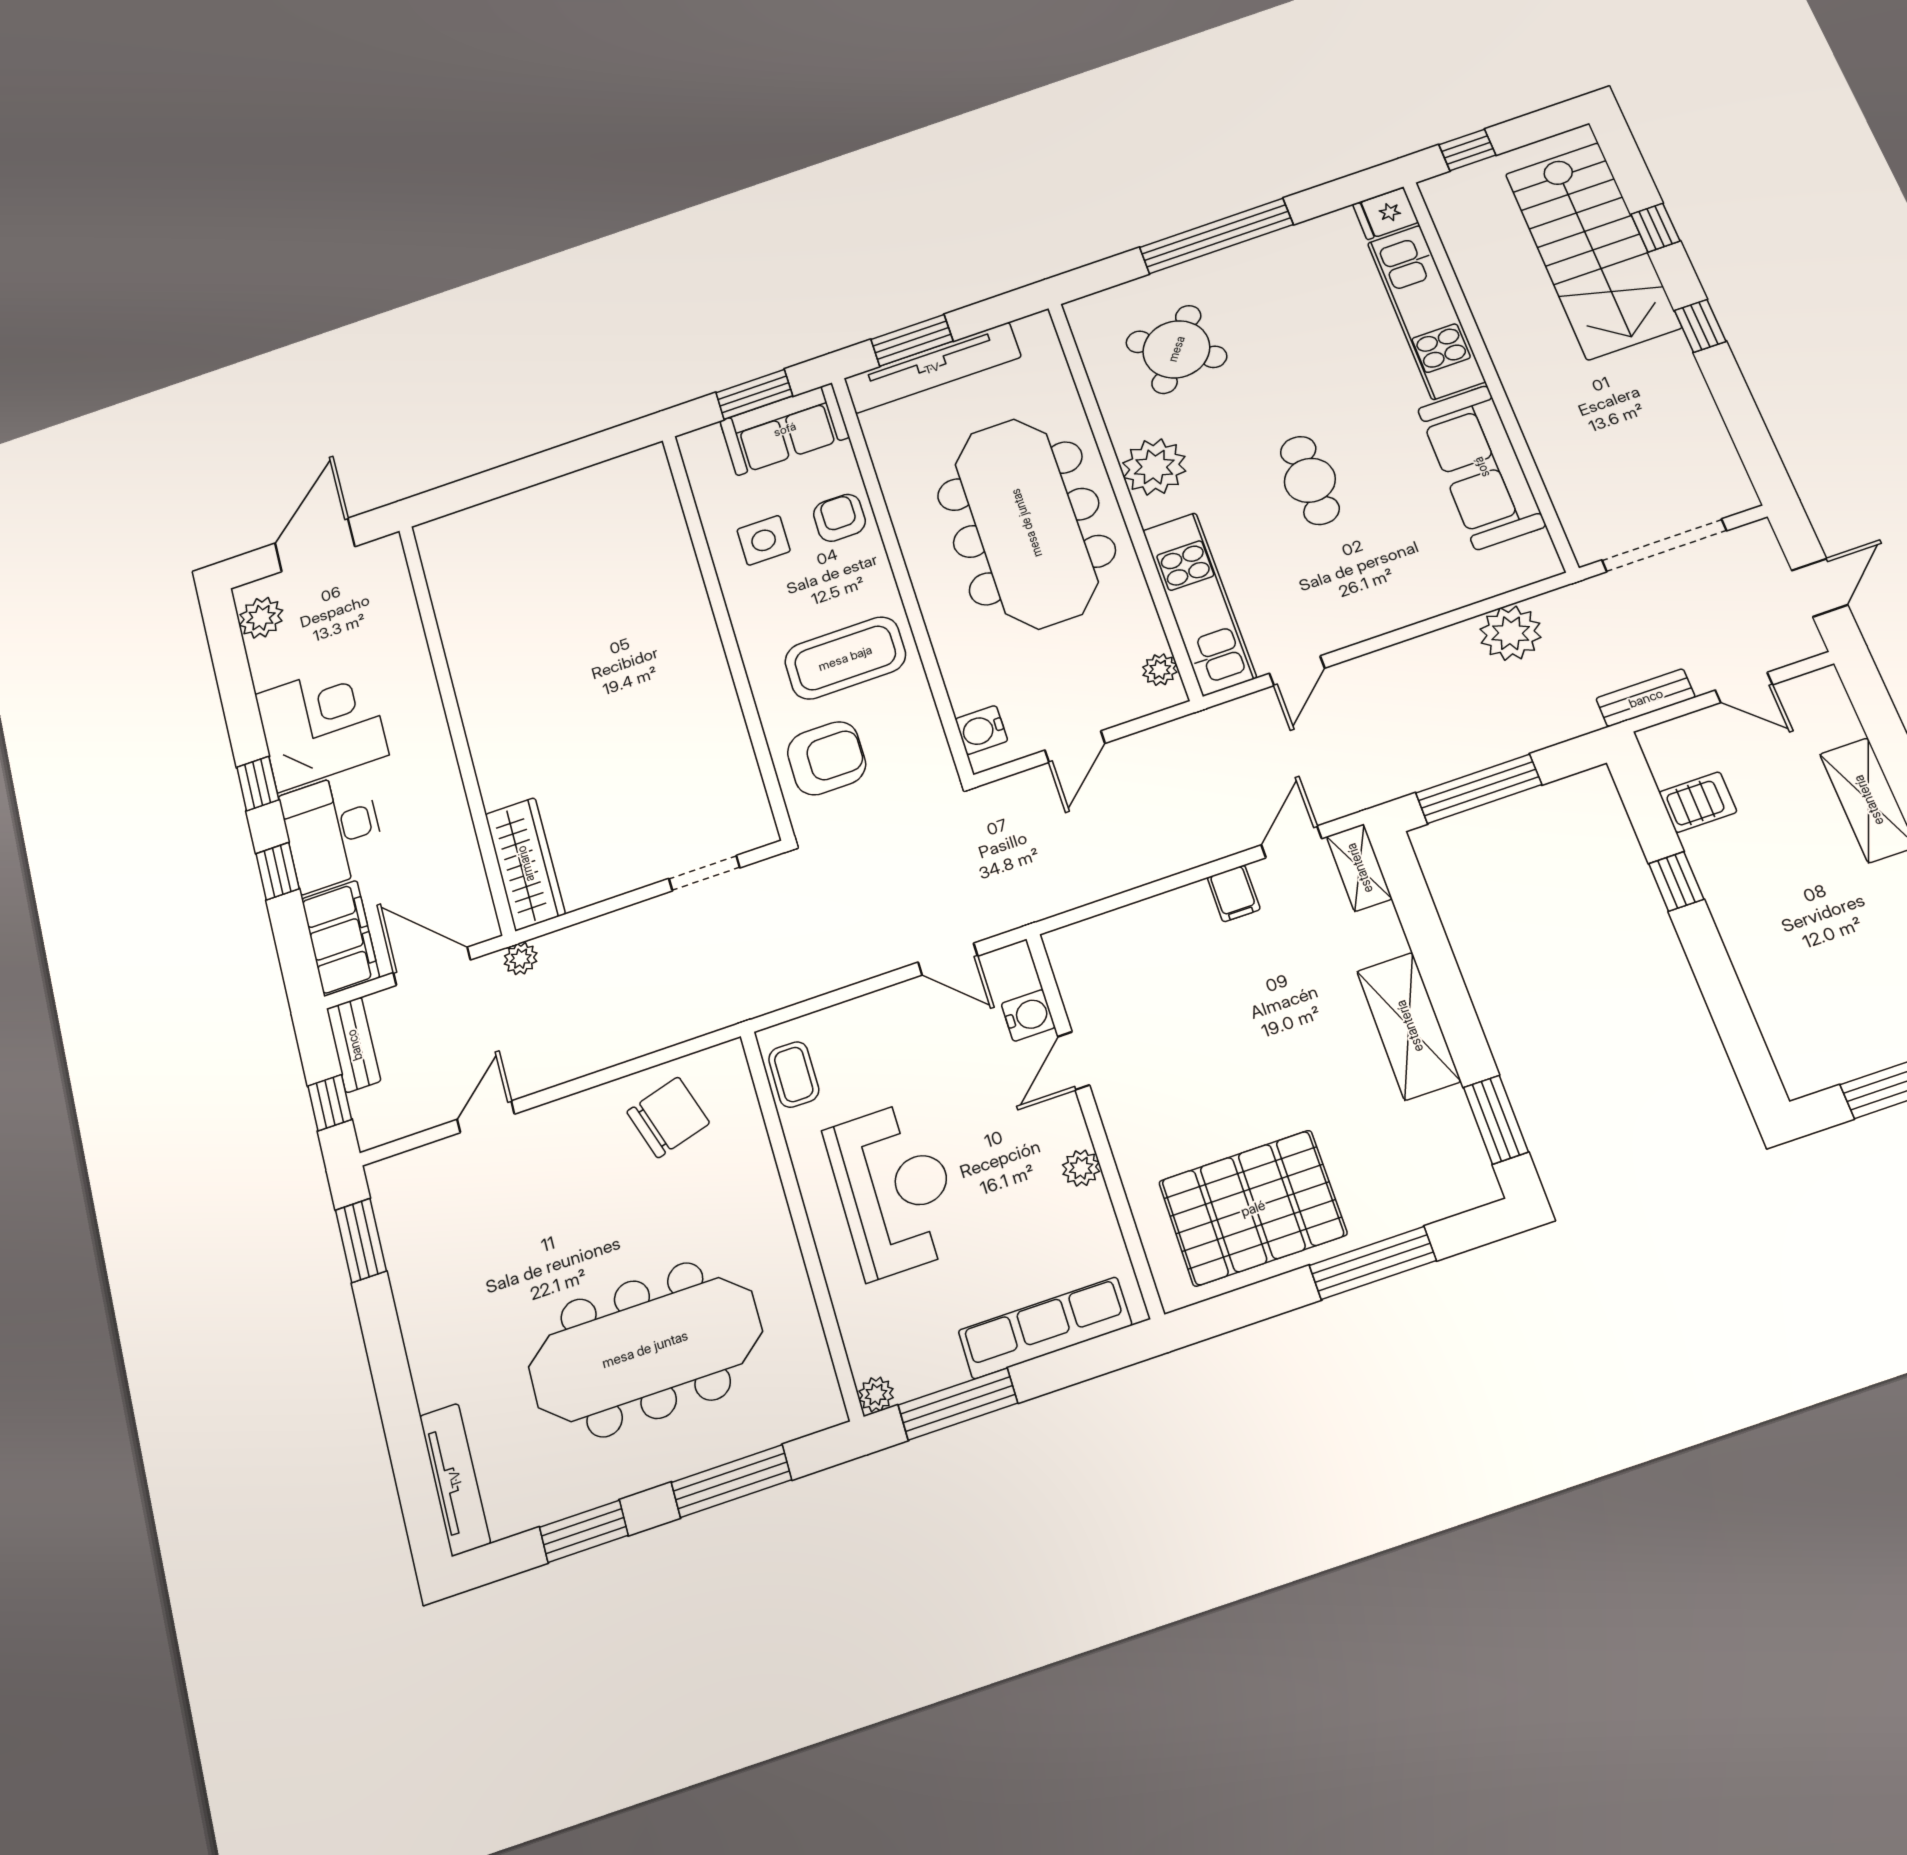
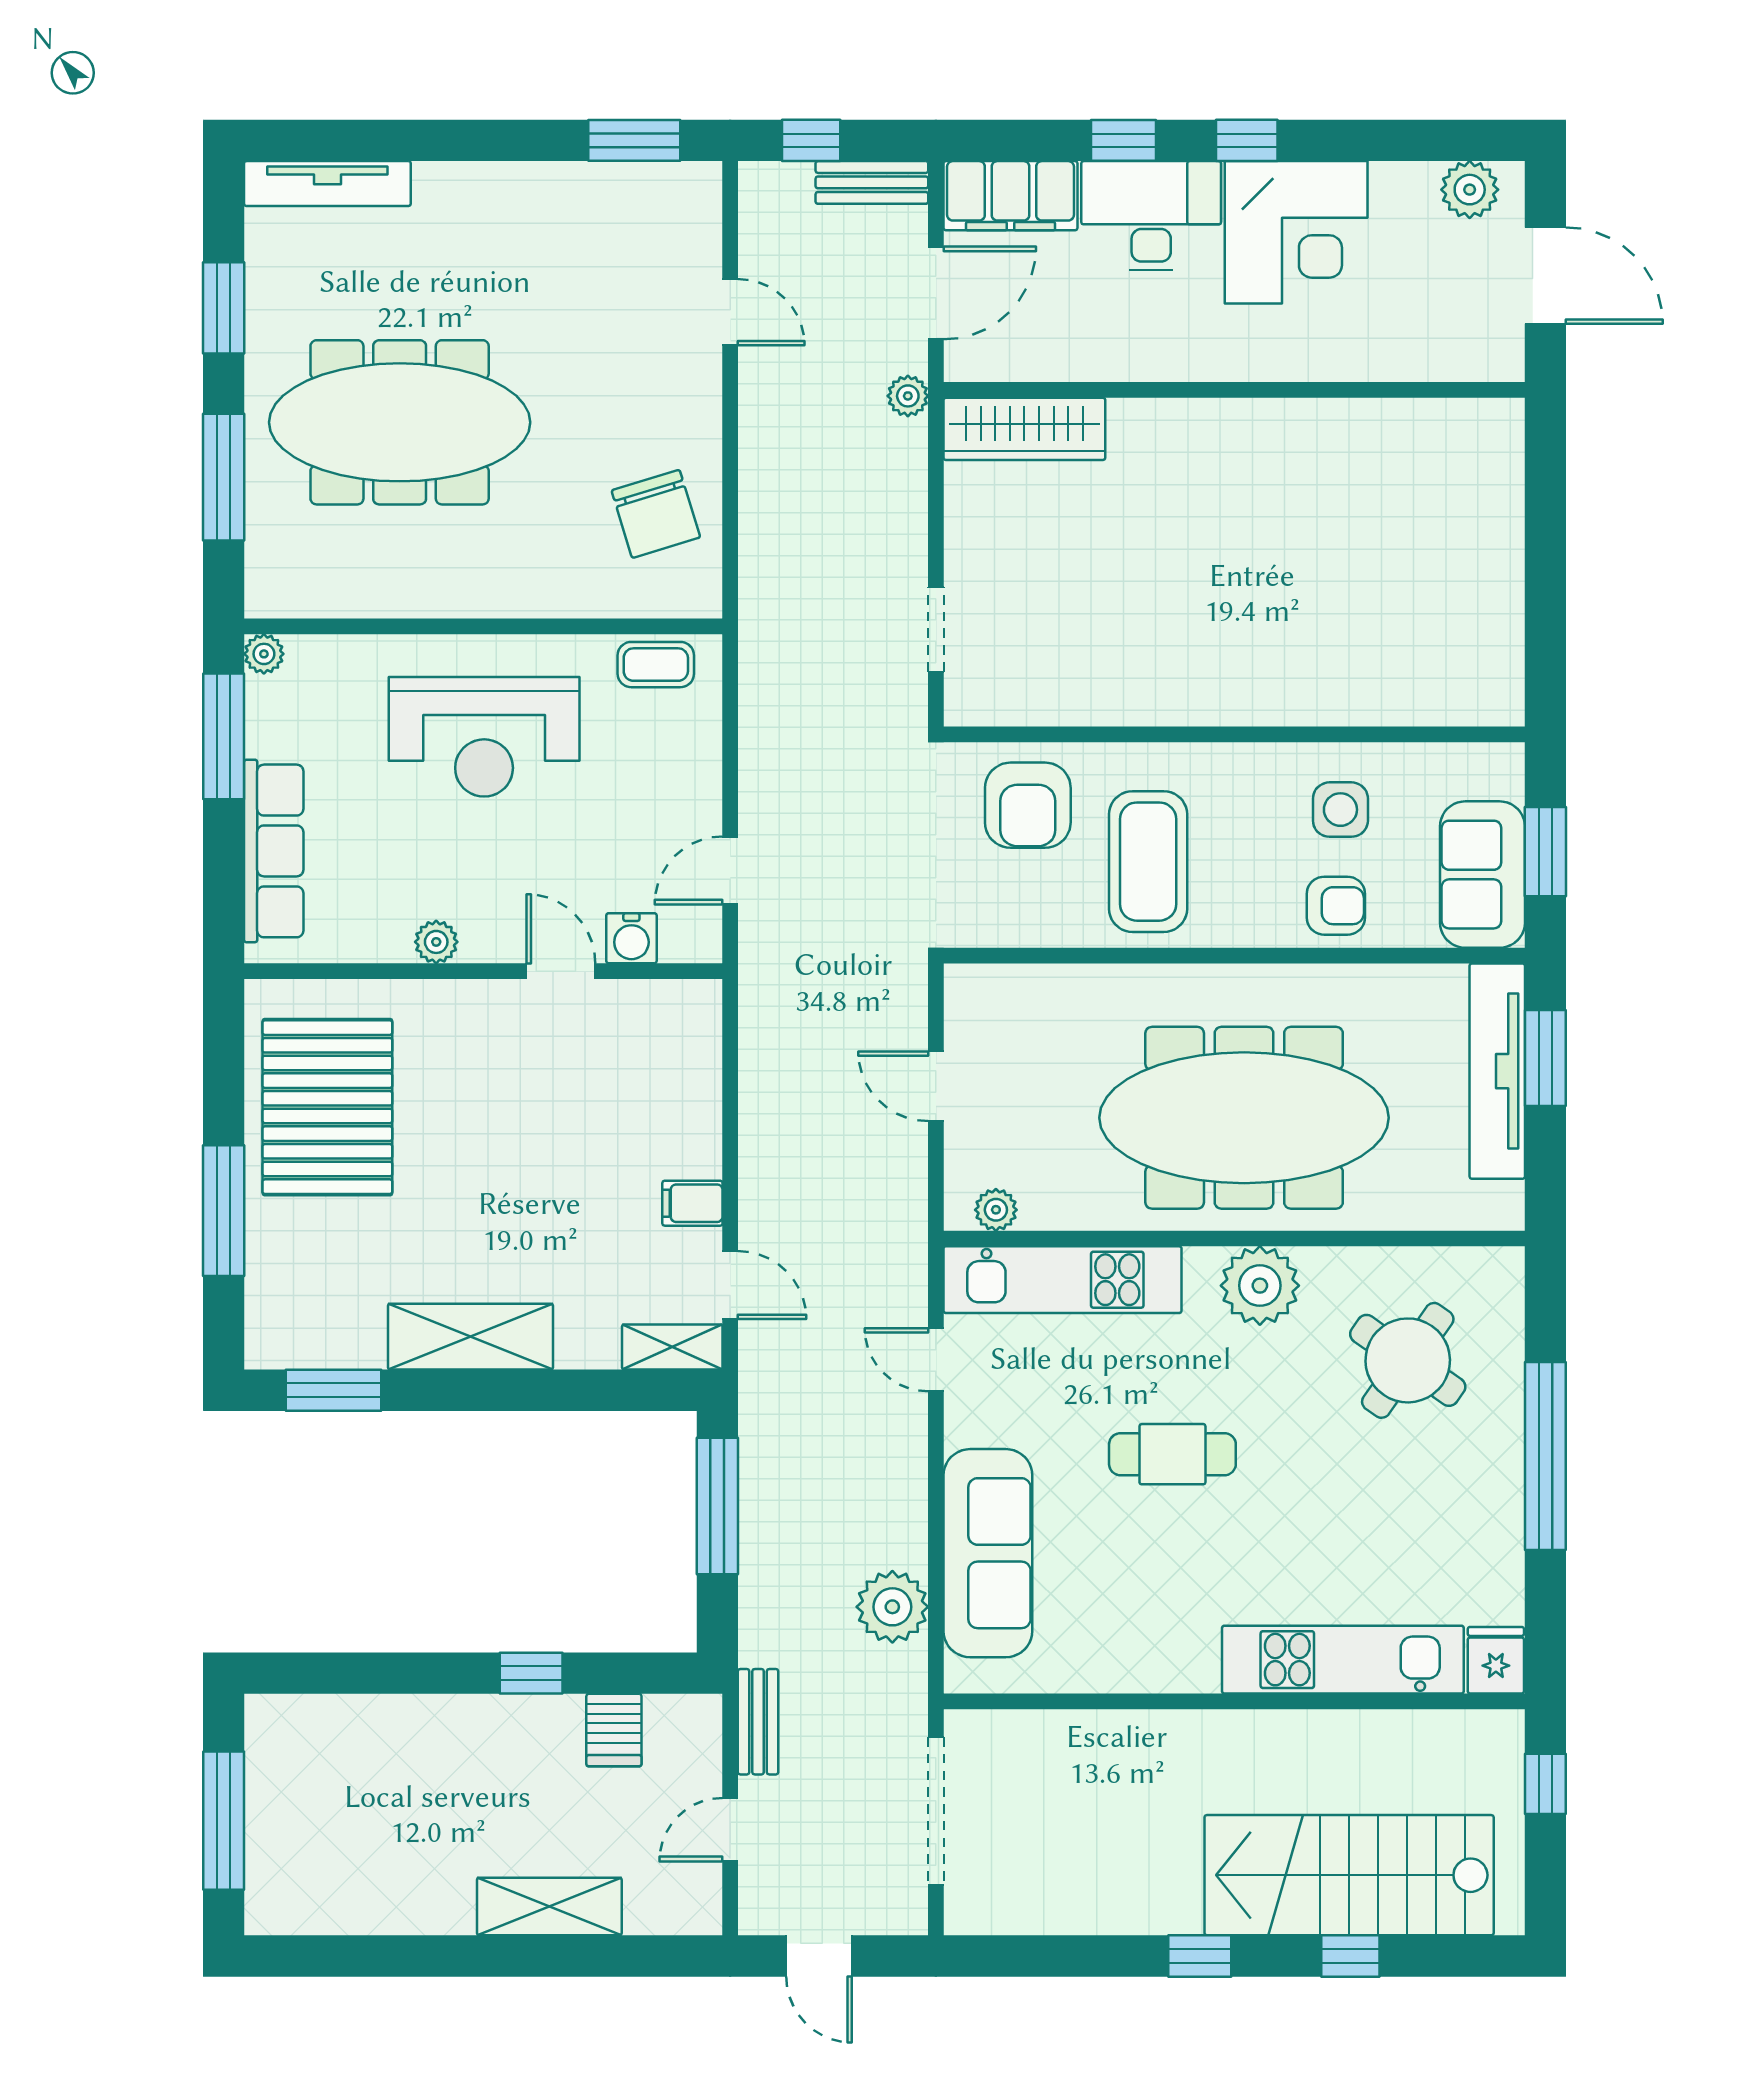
sofa: (1481, 467) -> (988, 1553), moved, turned 90
water cooler: (981, 730) -> (997, 989), removed
meeting table: (645, 1349) -> (400, 422), turned 90

